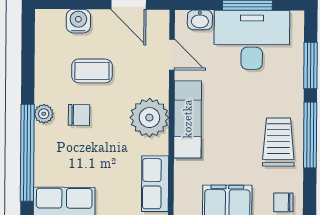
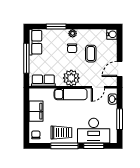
water cooler: (78, 21) -> (112, 34), moved
desk: (252, 40) -> (94, 131), moved, turned 90
window: (27, 153) -> (56, 26), width x0.47

